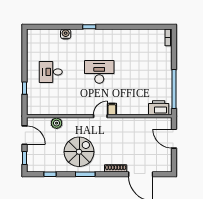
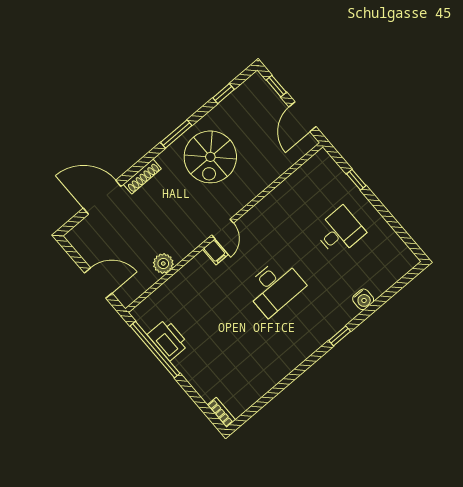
printer: (159, 108) -> (168, 340), moved, turned -90
plant: (57, 123) -> (163, 263), moved
door: (24, 135) -> (302, 117), hinge flipped

